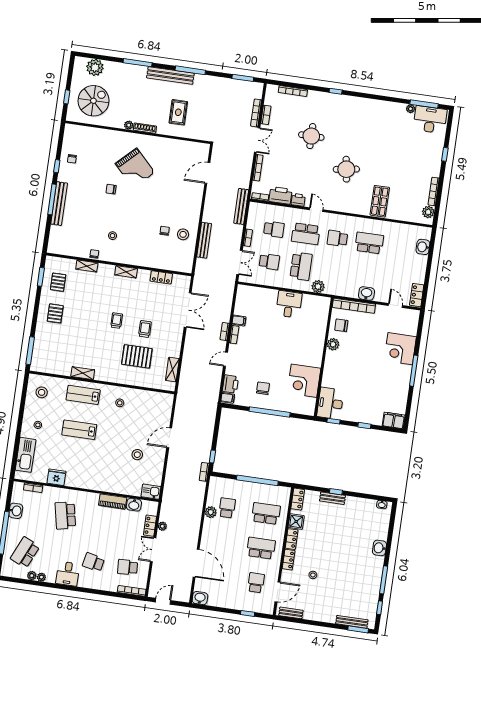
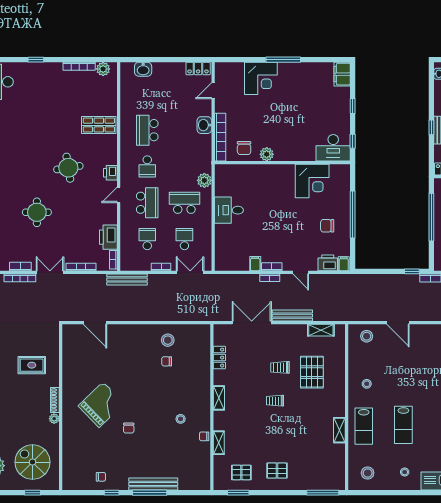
printer: (298, 200) -> (110, 173), moved
bench: (204, 240) -> (292, 316), moved
stool: (137, 455) -> (367, 336), moved

